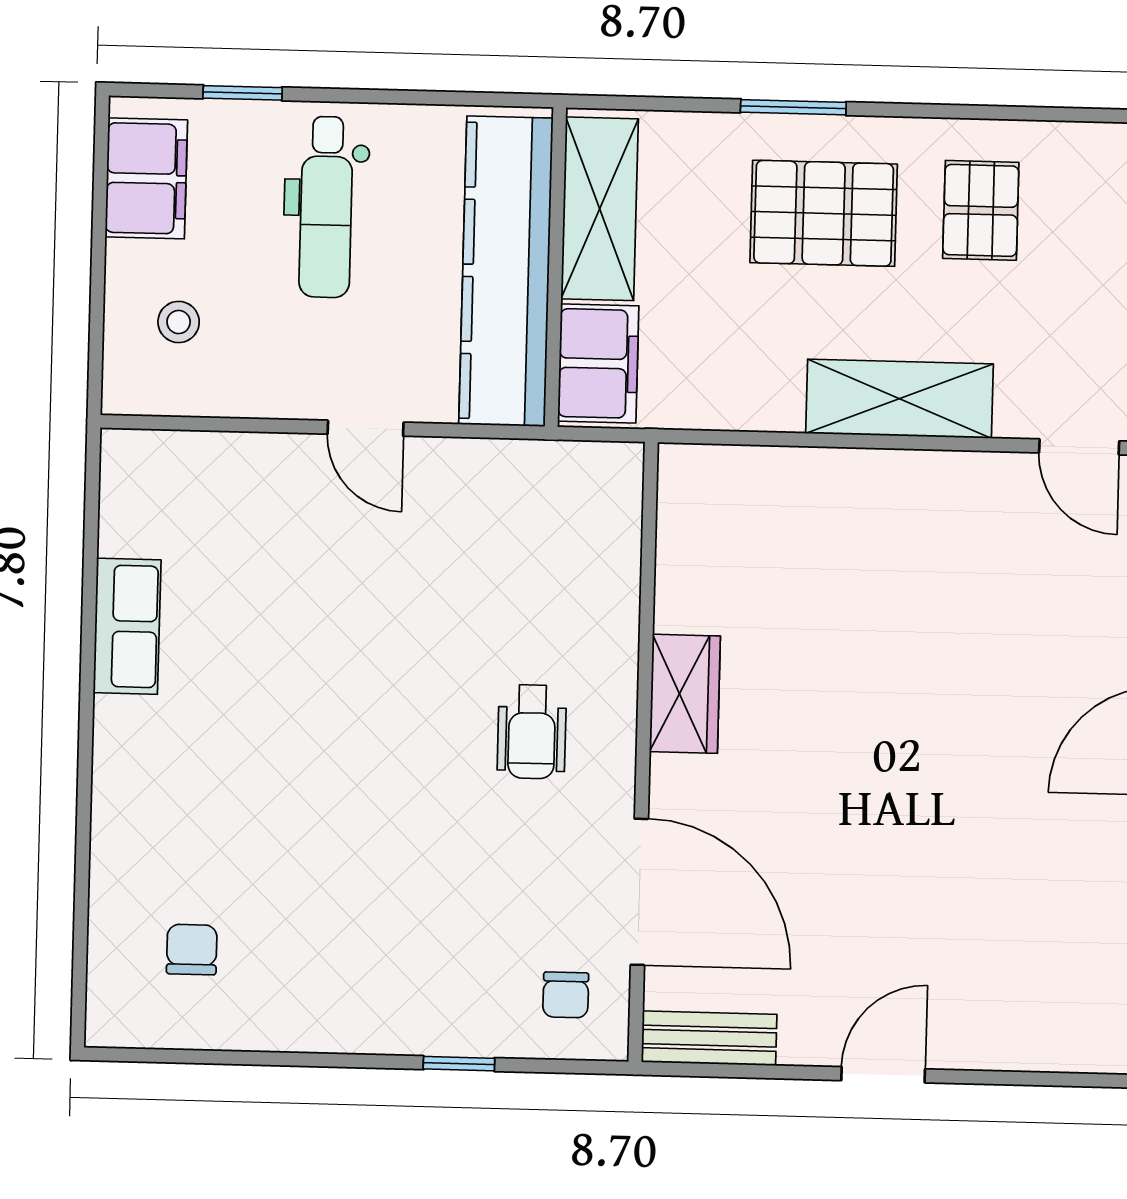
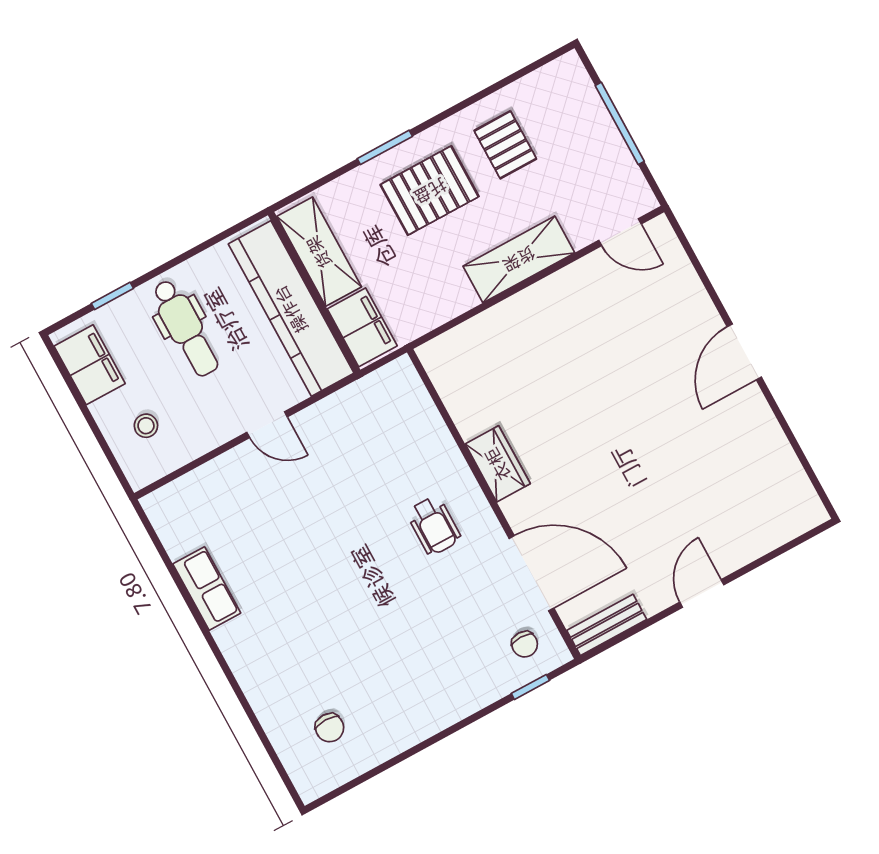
chair: (192, 950) -> (330, 728), turned 180
window: (459, 1064) -> (530, 687), moved

